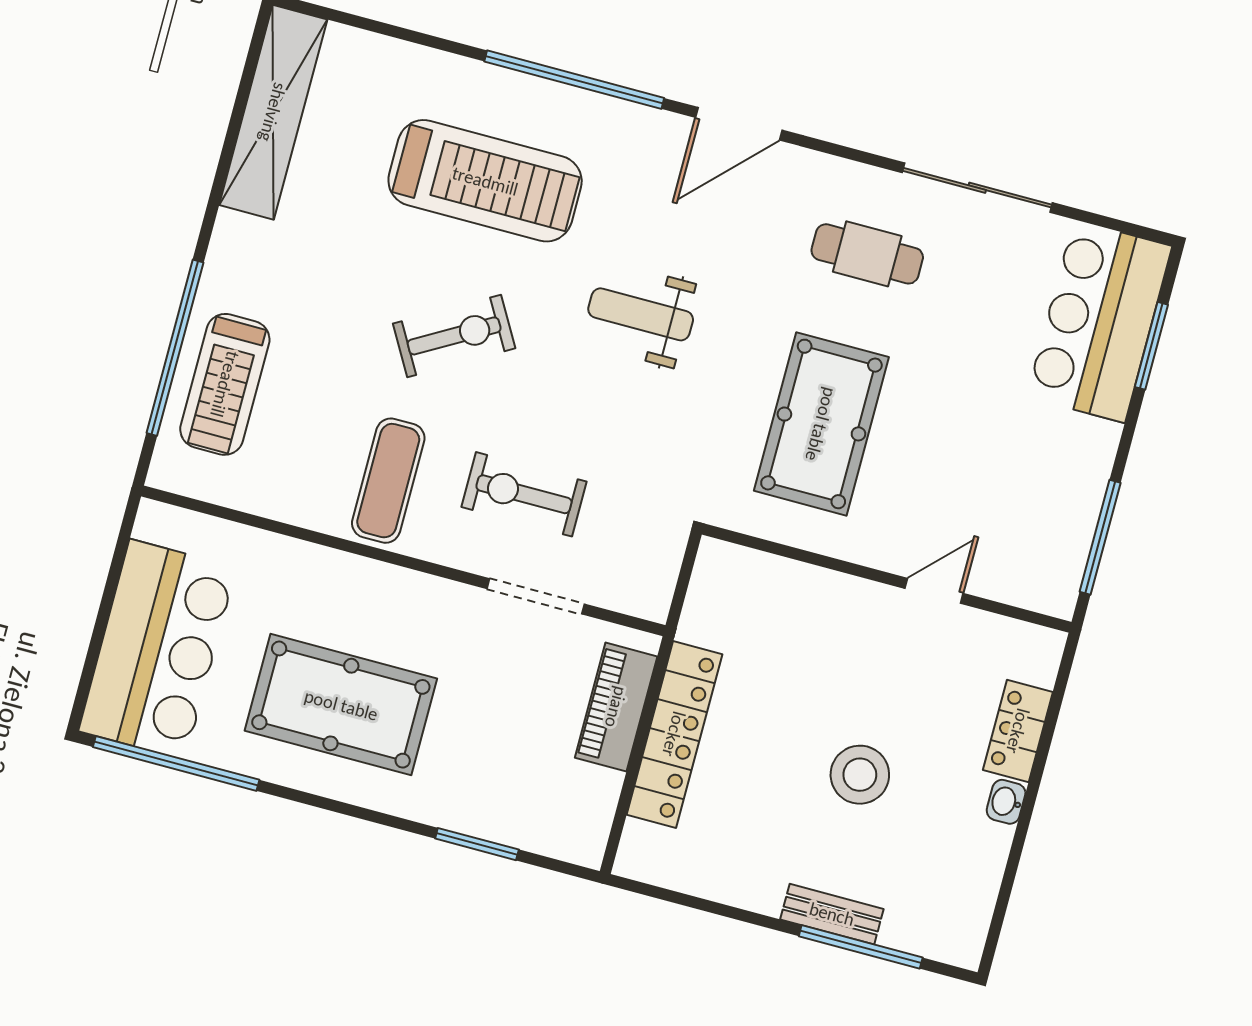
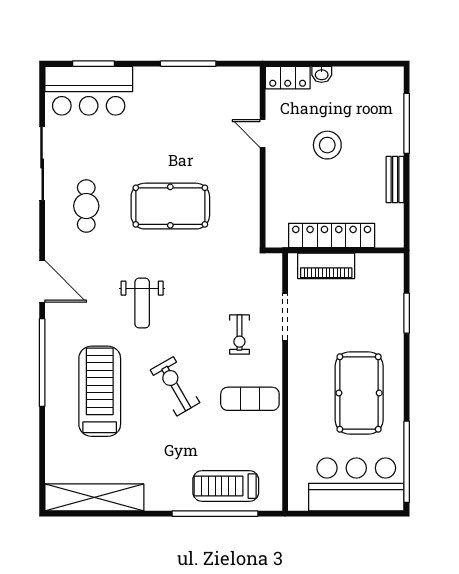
treadmill: (225, 384) -> (226, 486), turned 180
exercise bike: (524, 494) -> (239, 335), width x0.73, depth x0.72
wall: (887, 578) -> (263, 157), moved
door: (934, 591) -> (263, 134), moved
bench: (832, 914) -> (395, 180), moved

